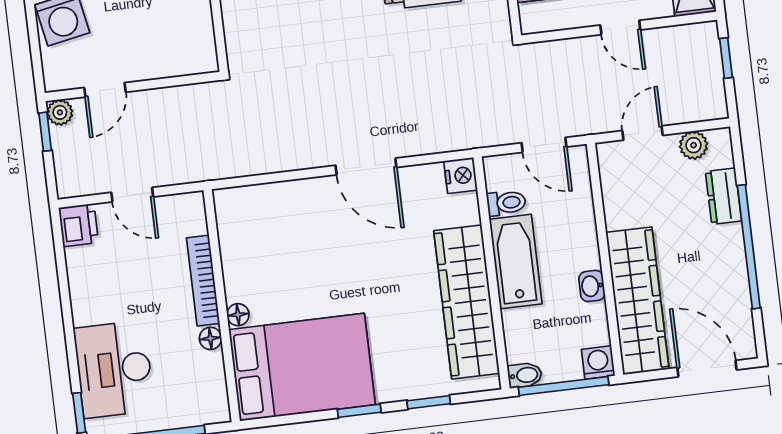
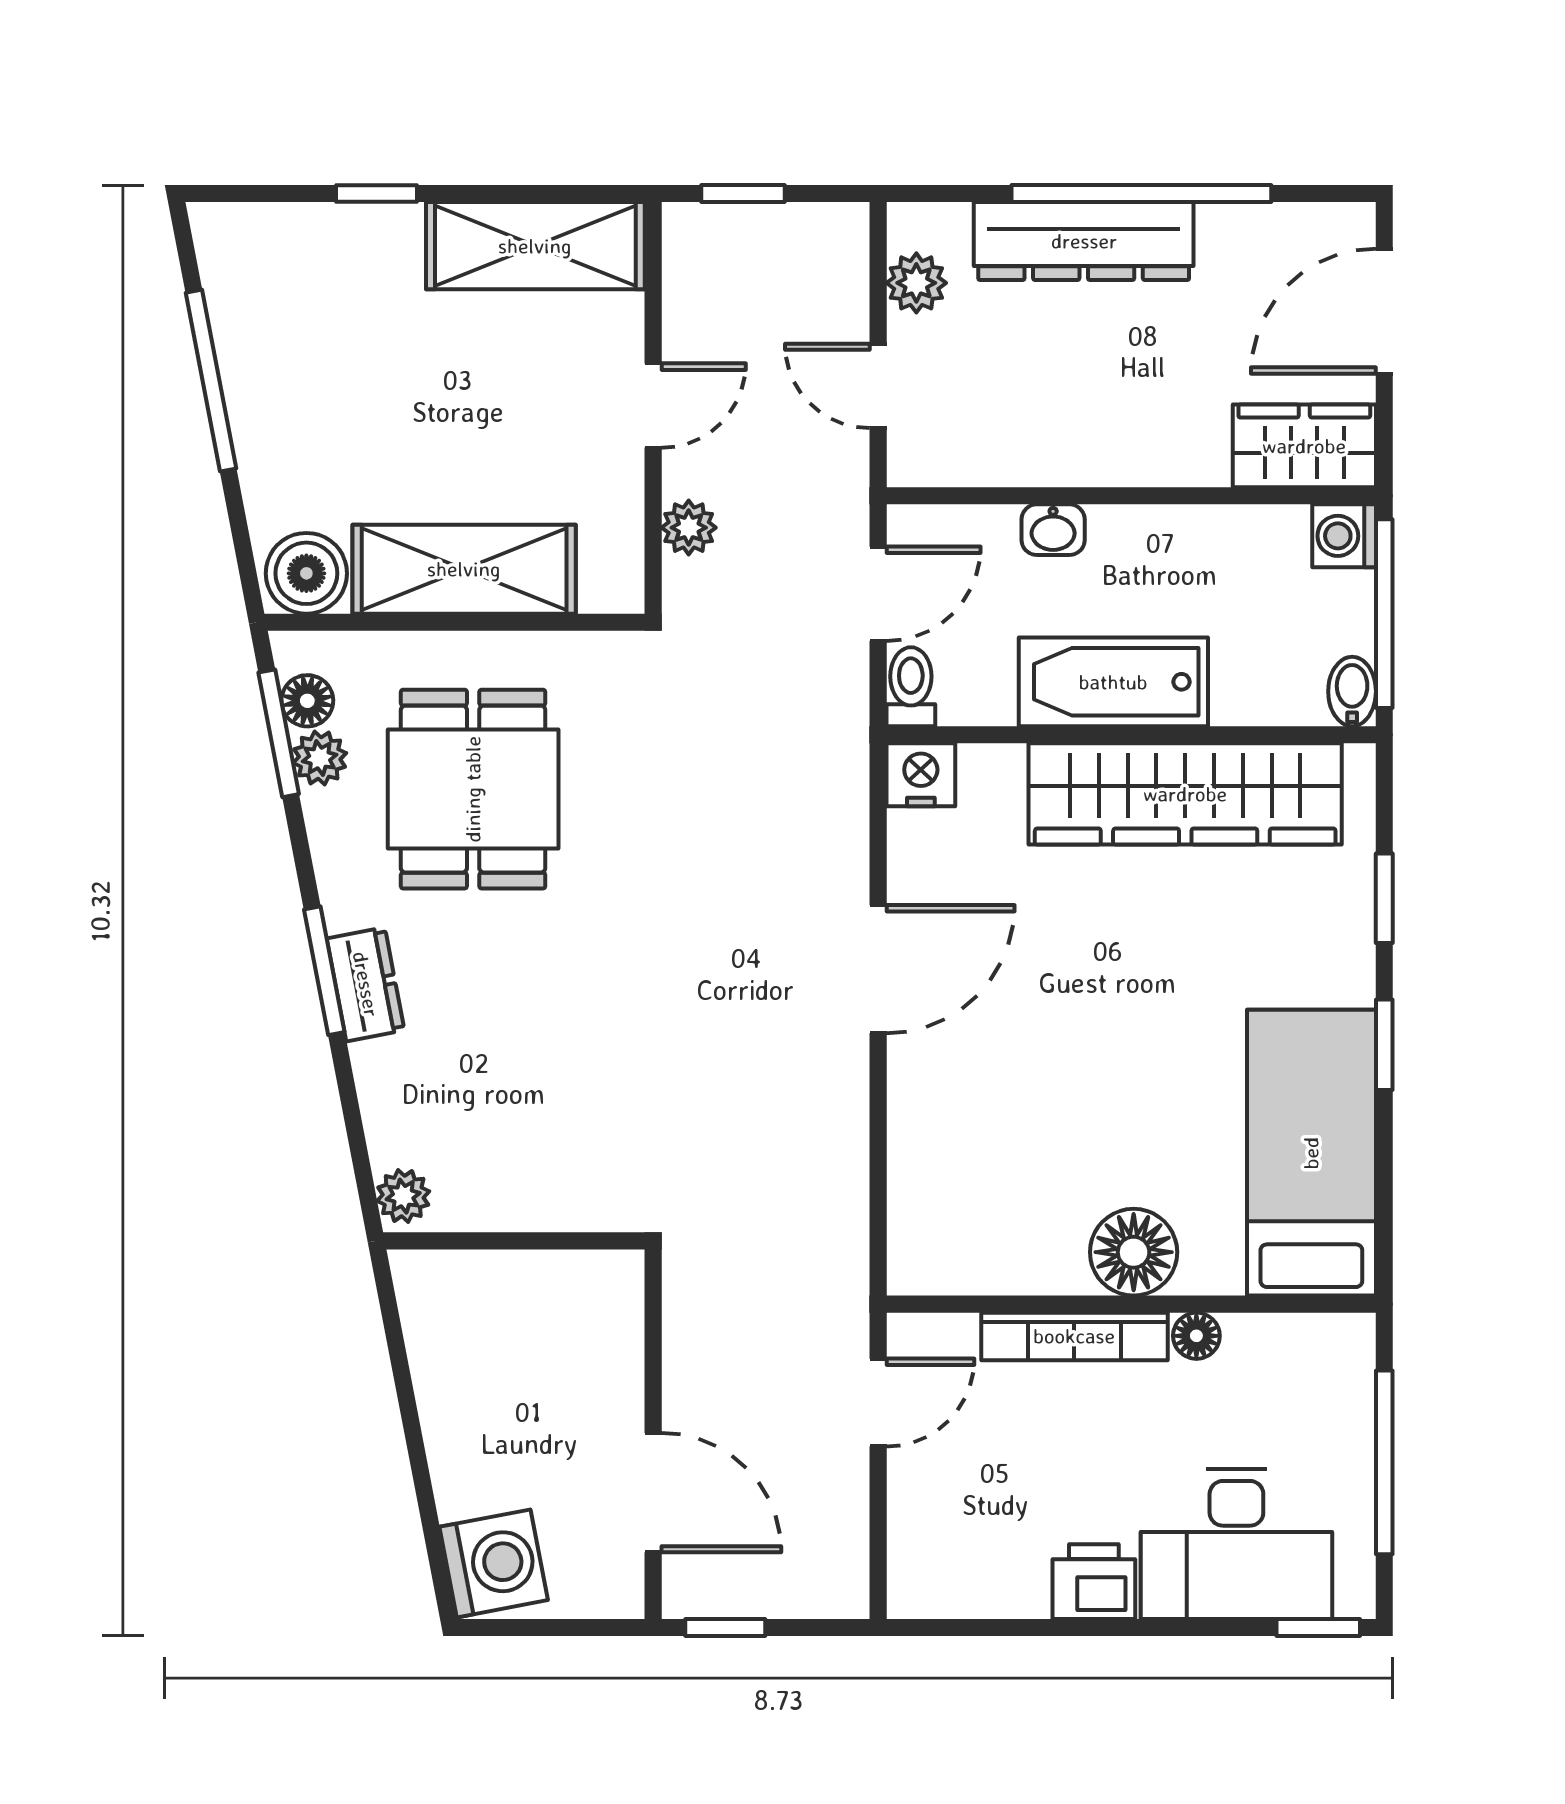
door: (105, 90) -> (653, 1493), width x1.38
plant: (60, 112) -> (689, 528), moved
door: (132, 195) -> (878, 1403), moved
dresser: (723, 196) -> (1084, 241), width x1.96, depth x1.24
toilet: (506, 203) -> (911, 687), moved
printer: (78, 225) -> (1094, 1582), moved
washbasin: (592, 286) -> (1053, 530), moved
wardrobe: (637, 301) -> (1304, 446), width x0.48, depth x0.85
floor lamp: (238, 315) -> (1134, 1252), width x1.89, depth x1.89
bed: (302, 367) -> (1311, 1153), width x0.67

